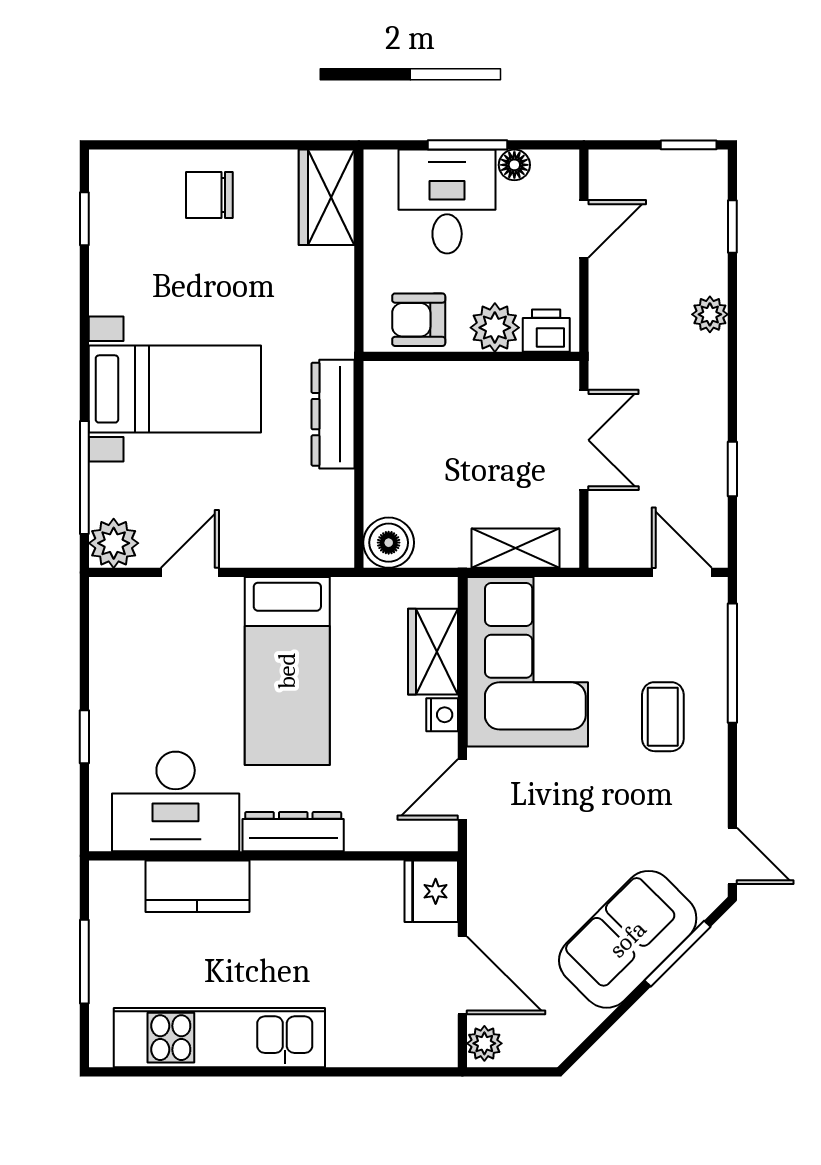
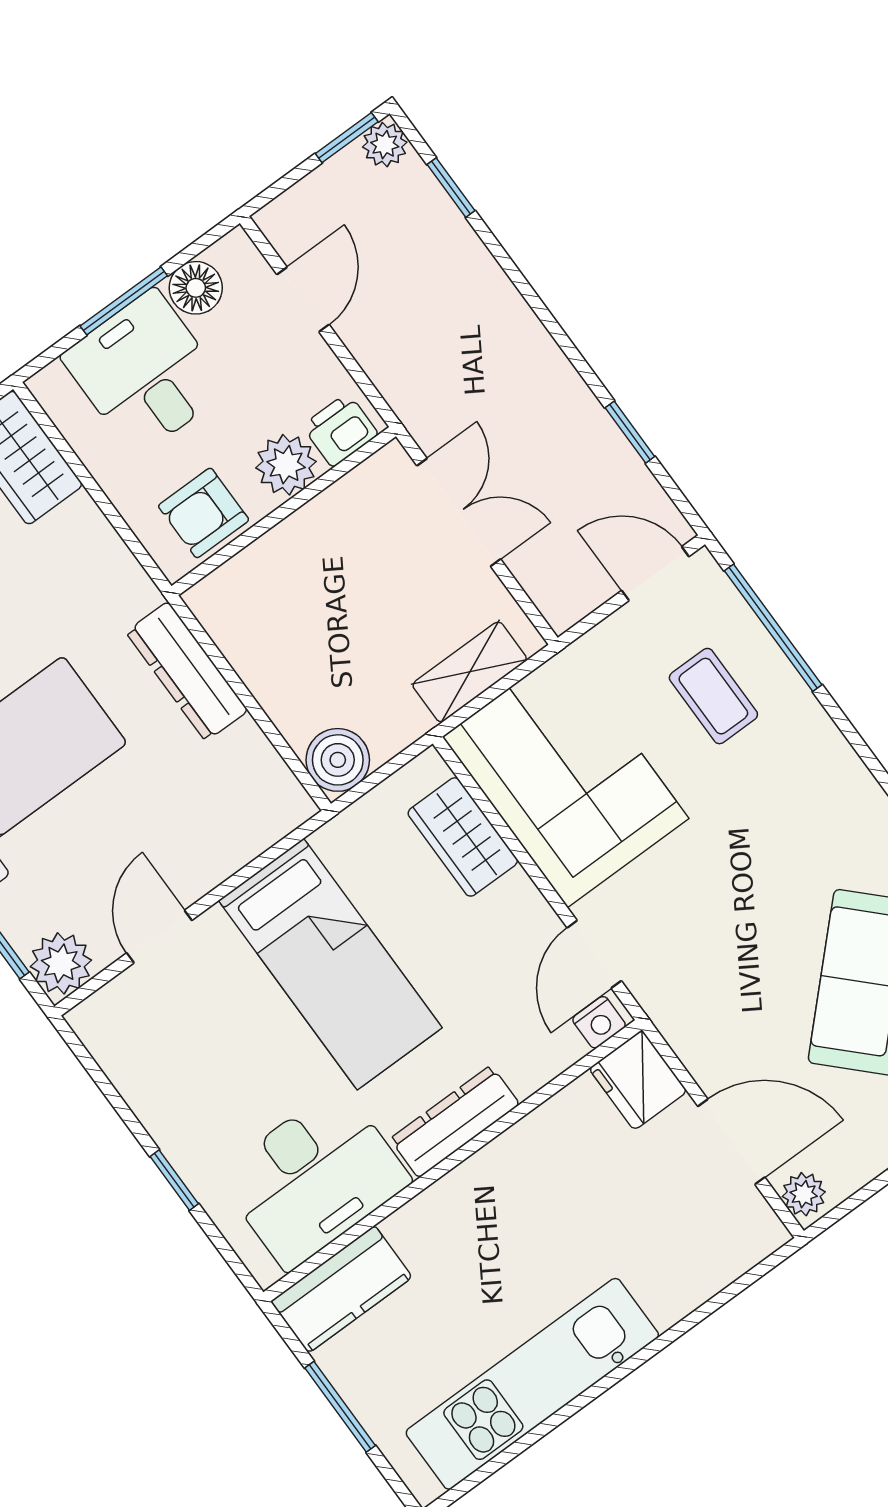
floor lamp: (514, 165) -> (196, 288), width x1.37, depth x1.37
plant: (710, 314) -> (385, 145), moved
nightstand: (442, 715) -> (599, 1022), moved, turned 90
coffee table: (663, 717) -> (713, 696), moved
kitchen counter: (197, 886) -> (341, 1289), moved

